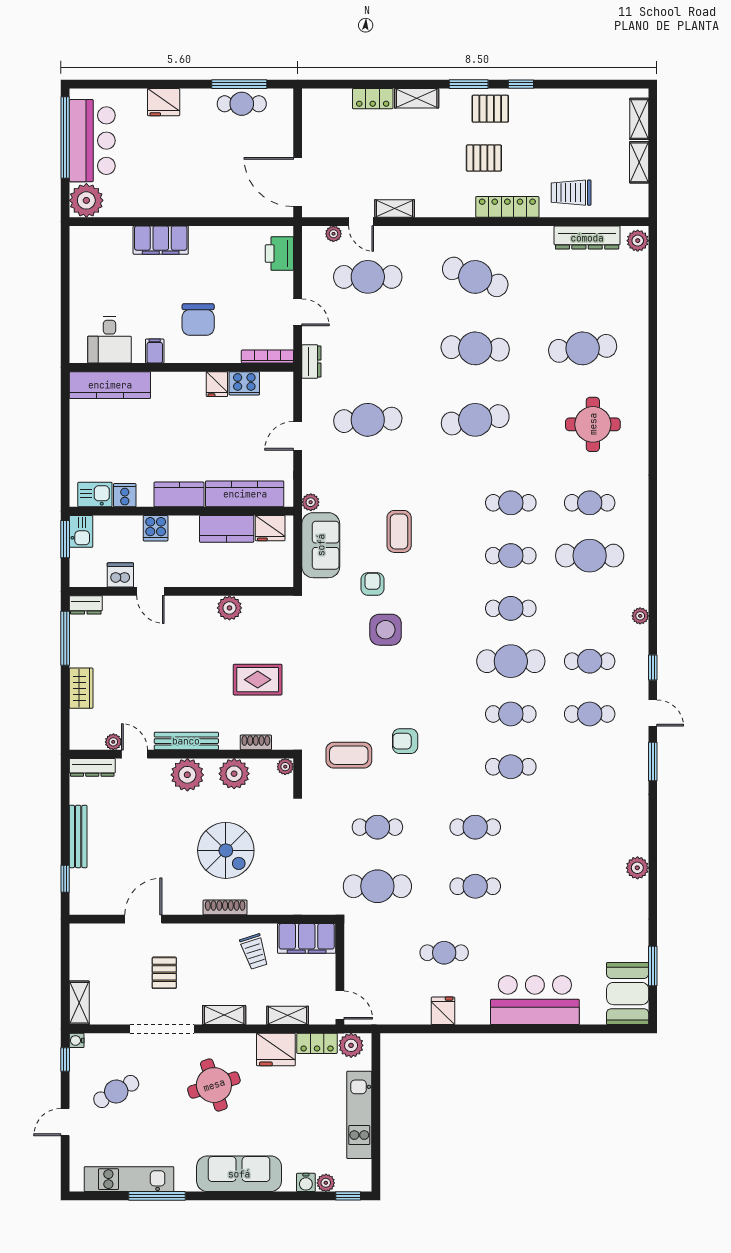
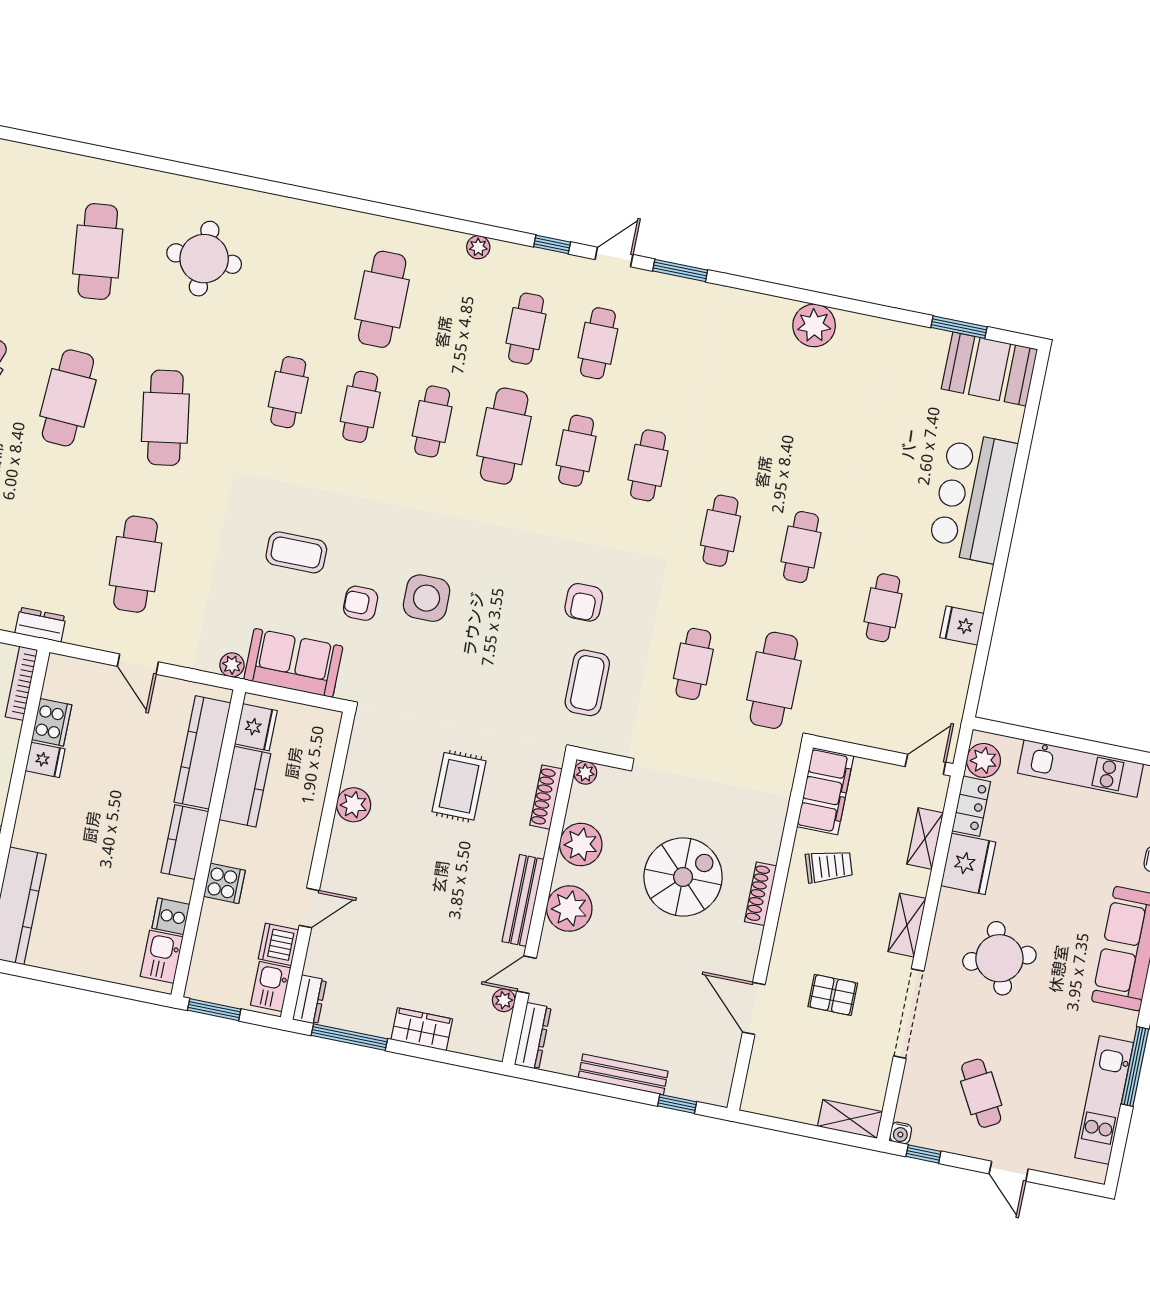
cafe table: (590, 503) -> (310, 285), removed
kitchen sink: (81, 531) -> (271, 986), moved, turned -90
shoe rack: (256, 742) -> (546, 797), width x1.43
plant: (637, 868) -> (814, 325), width x1.36, depth x1.36

